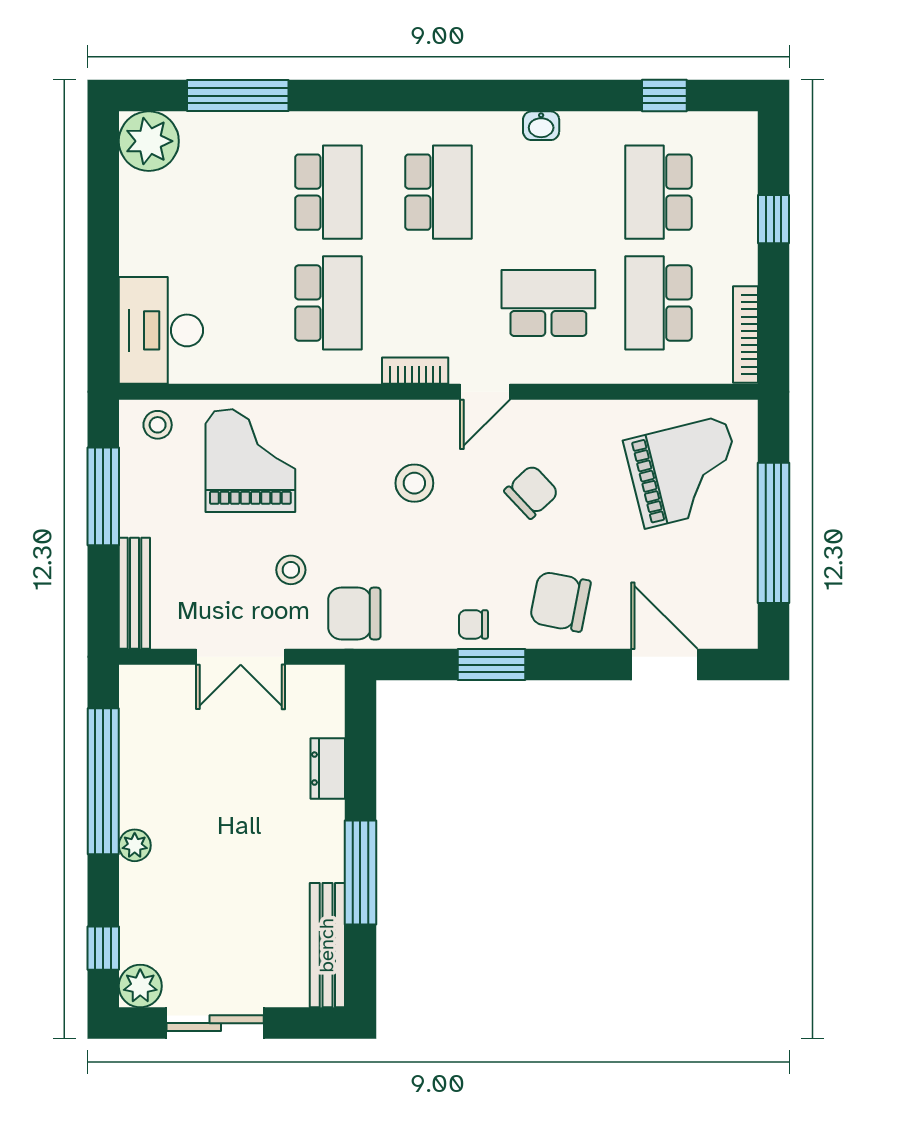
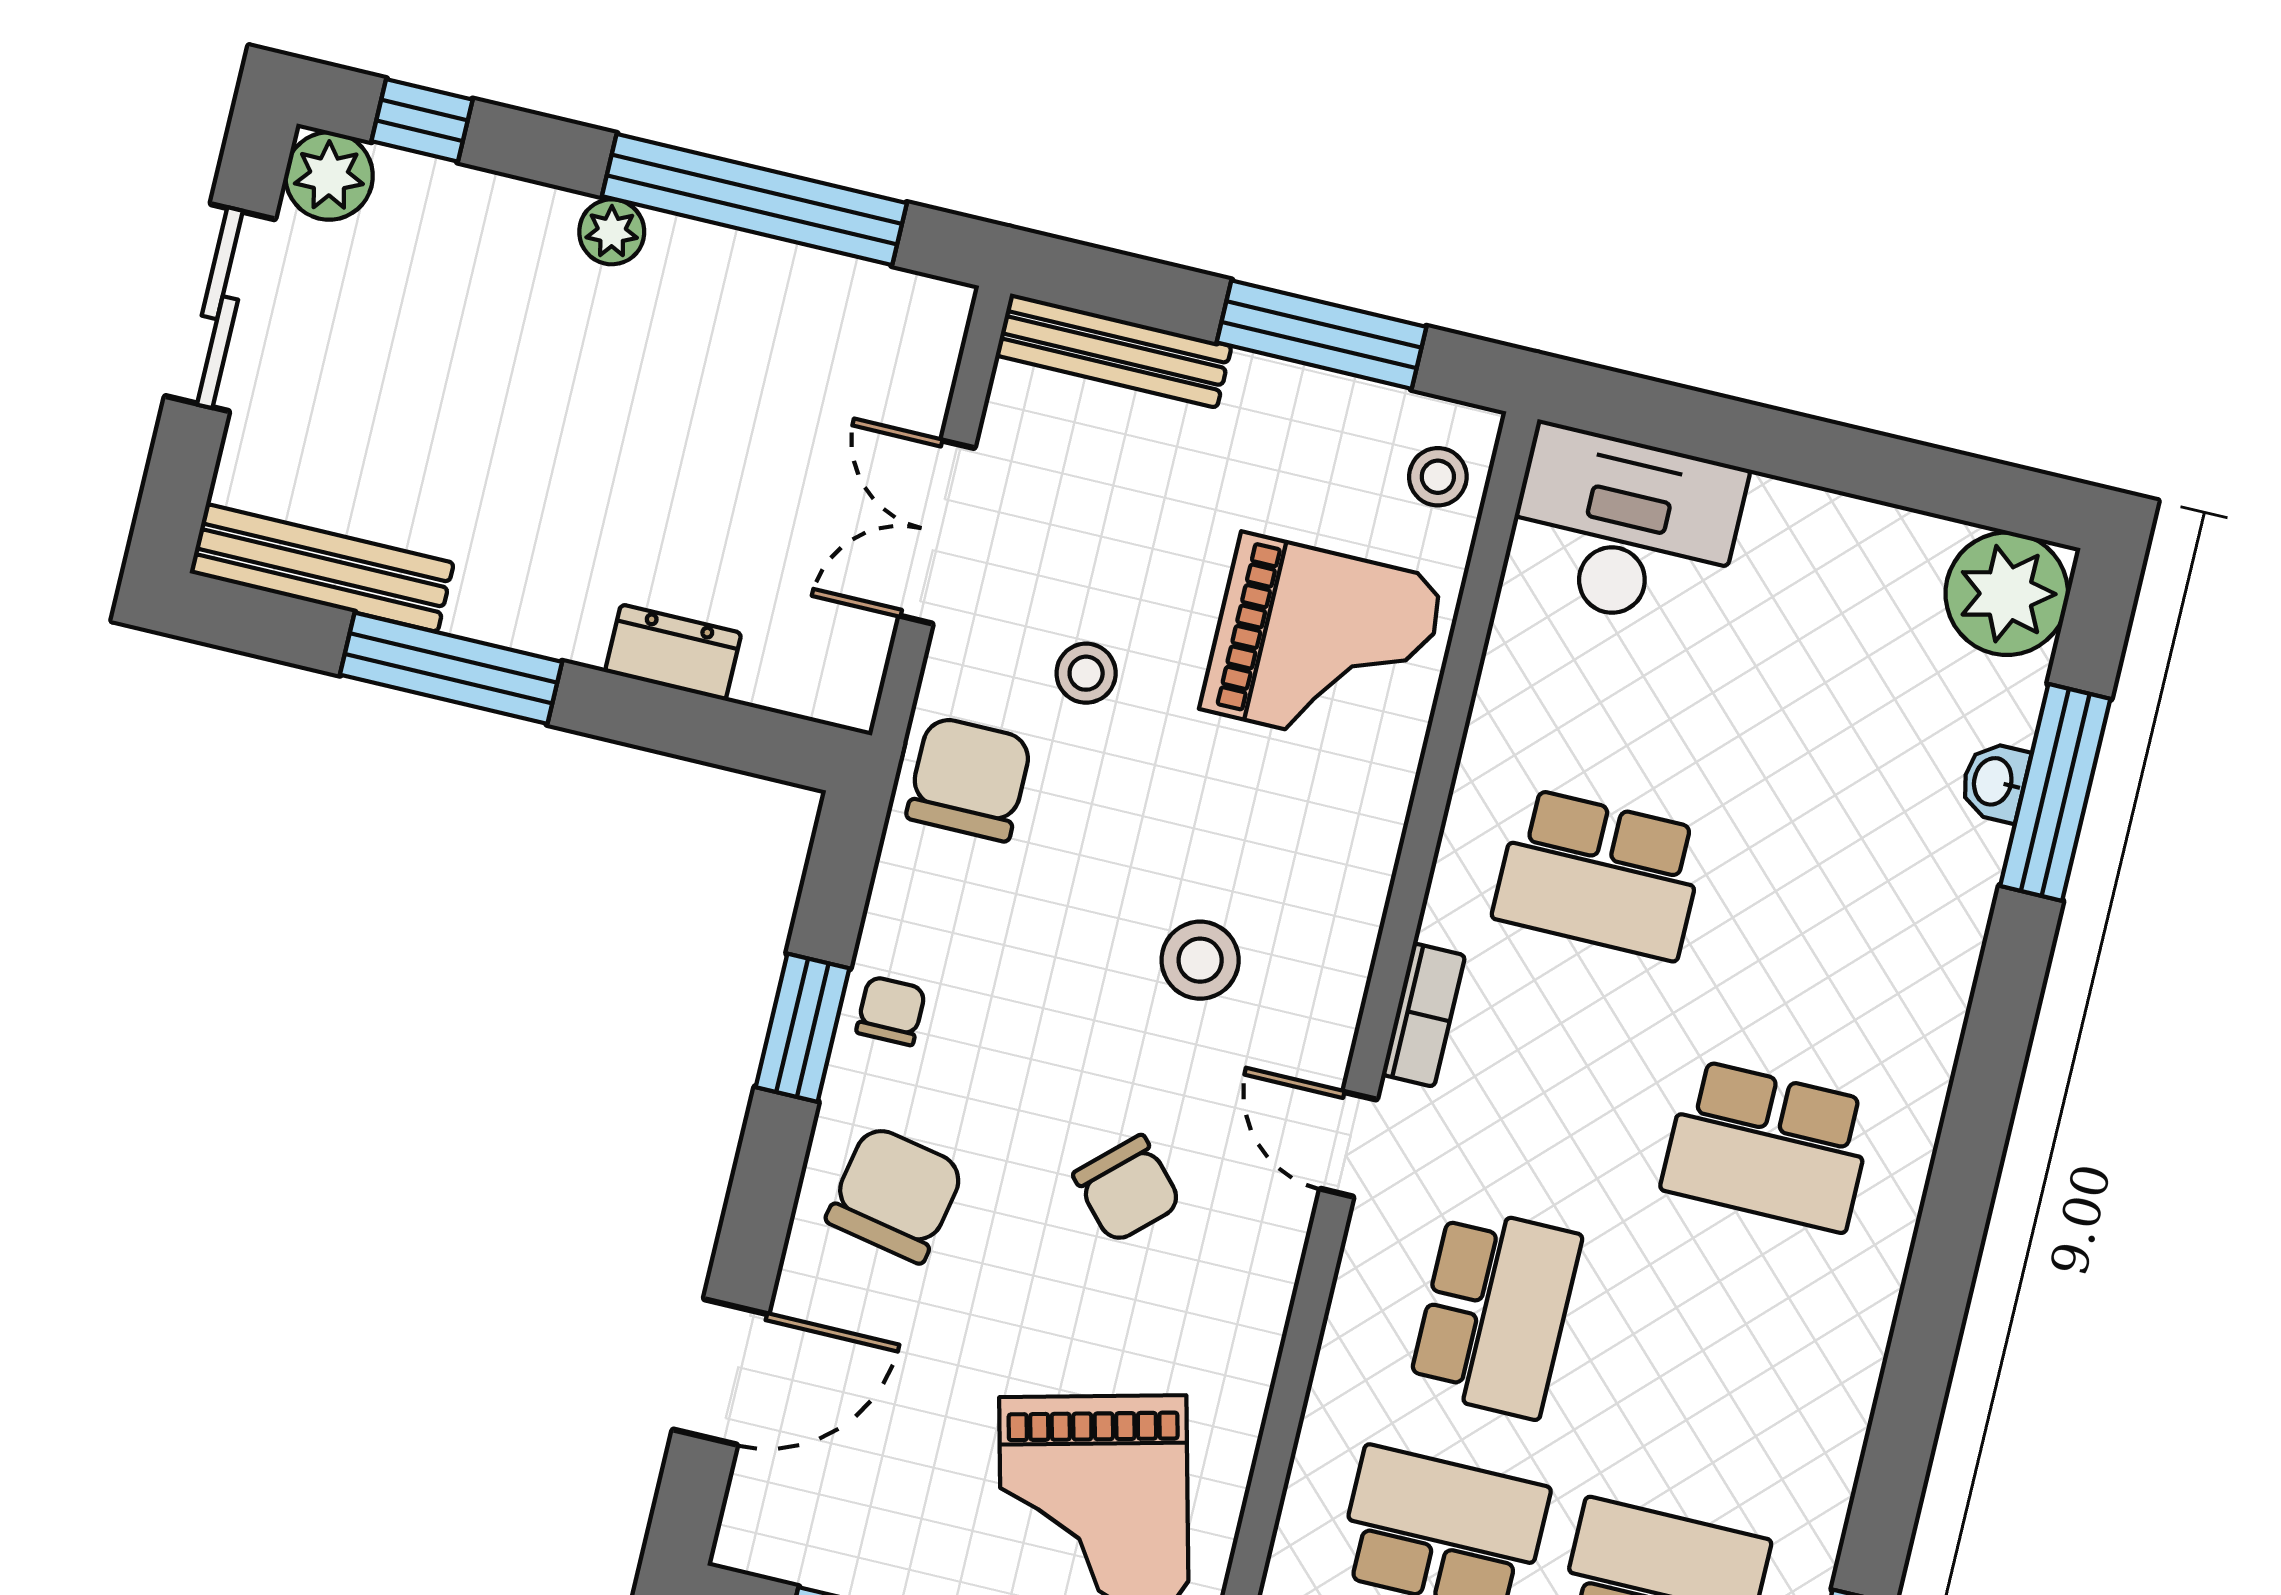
washbasin: (541, 126) -> (1994, 782), moved
school desk: (328, 192) -> (1820, 927), removed

